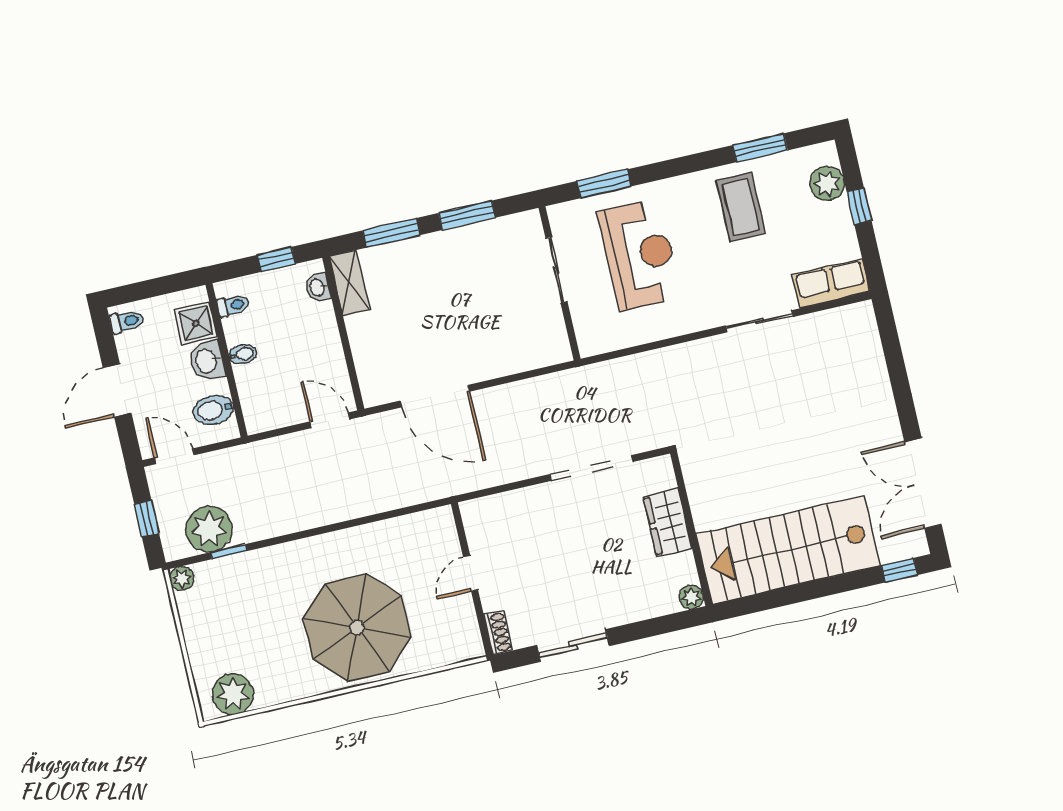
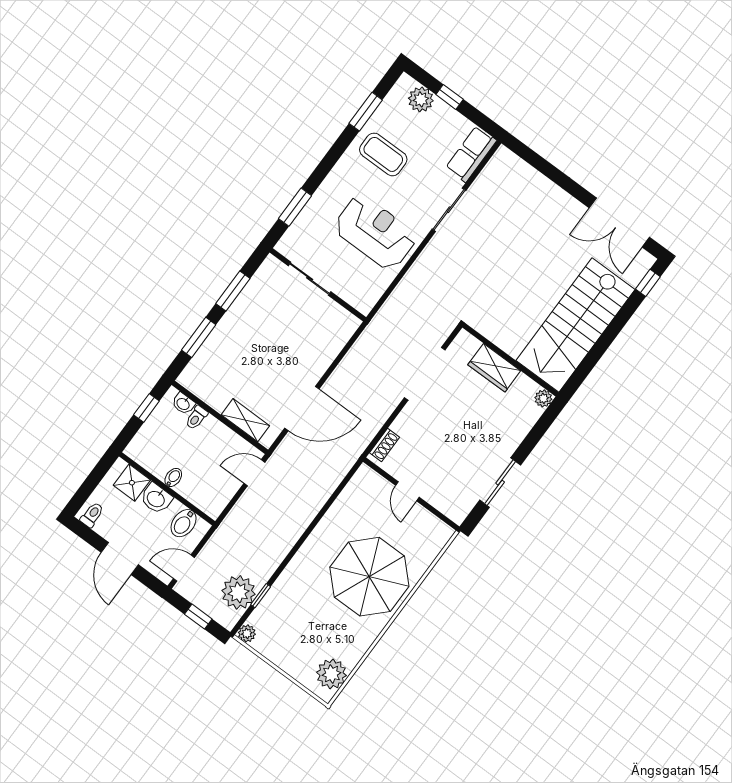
reception desk: (640, 255) -> (375, 232), moved
shelving: (349, 283) -> (245, 420), moved
toilet: (233, 305) -> (196, 418), moved, turned 180
shoe rack: (498, 633) -> (385, 445), moved, turned 90

